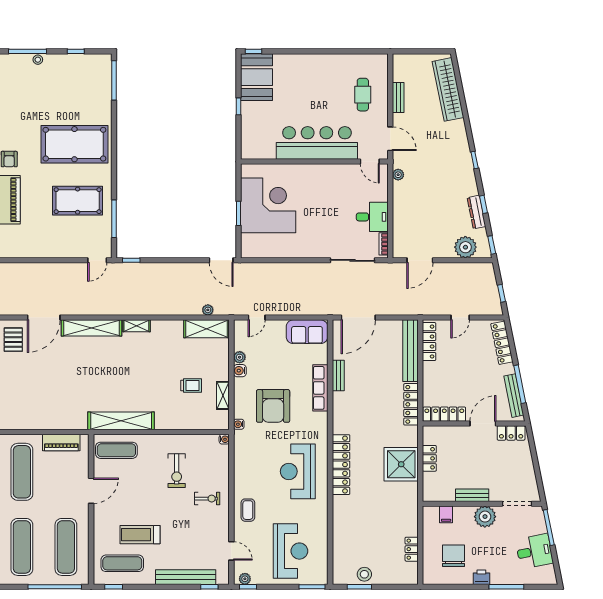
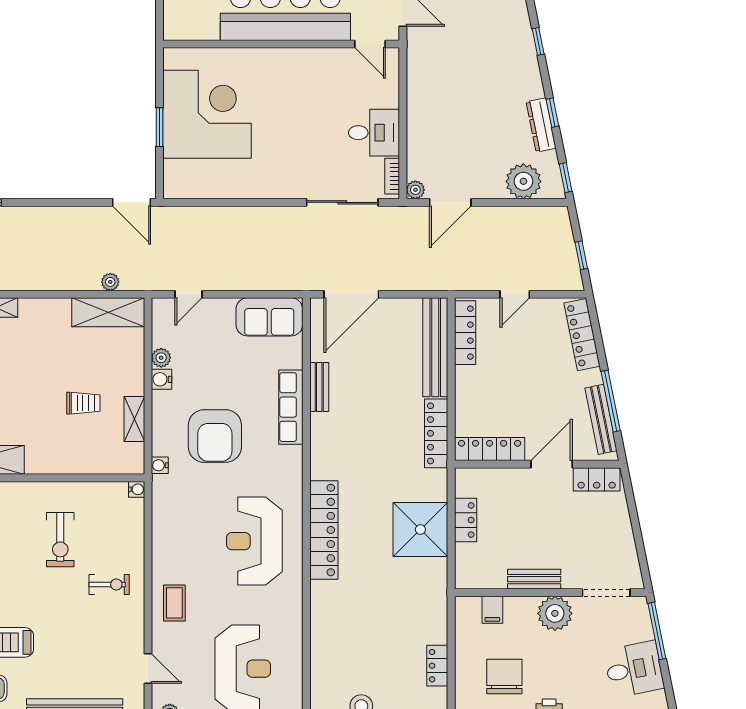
plant: (398, 175) -> (415, 190), moved

